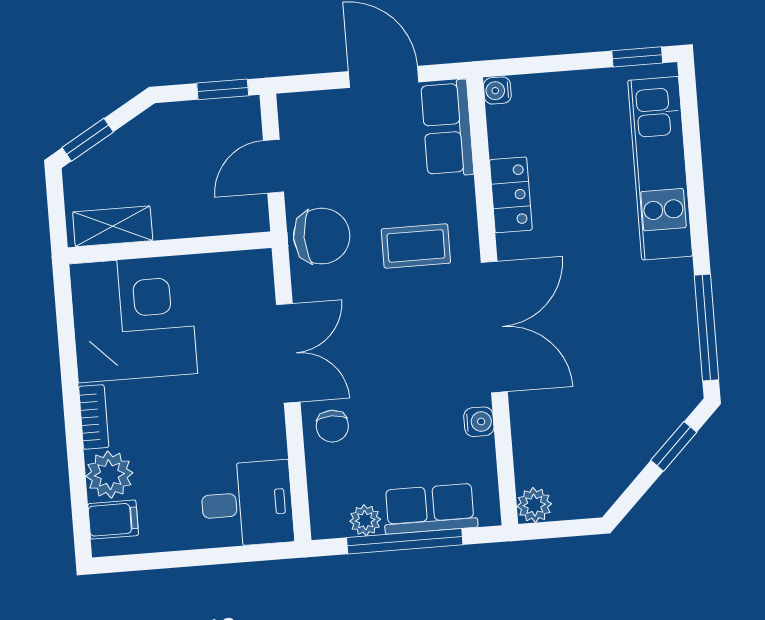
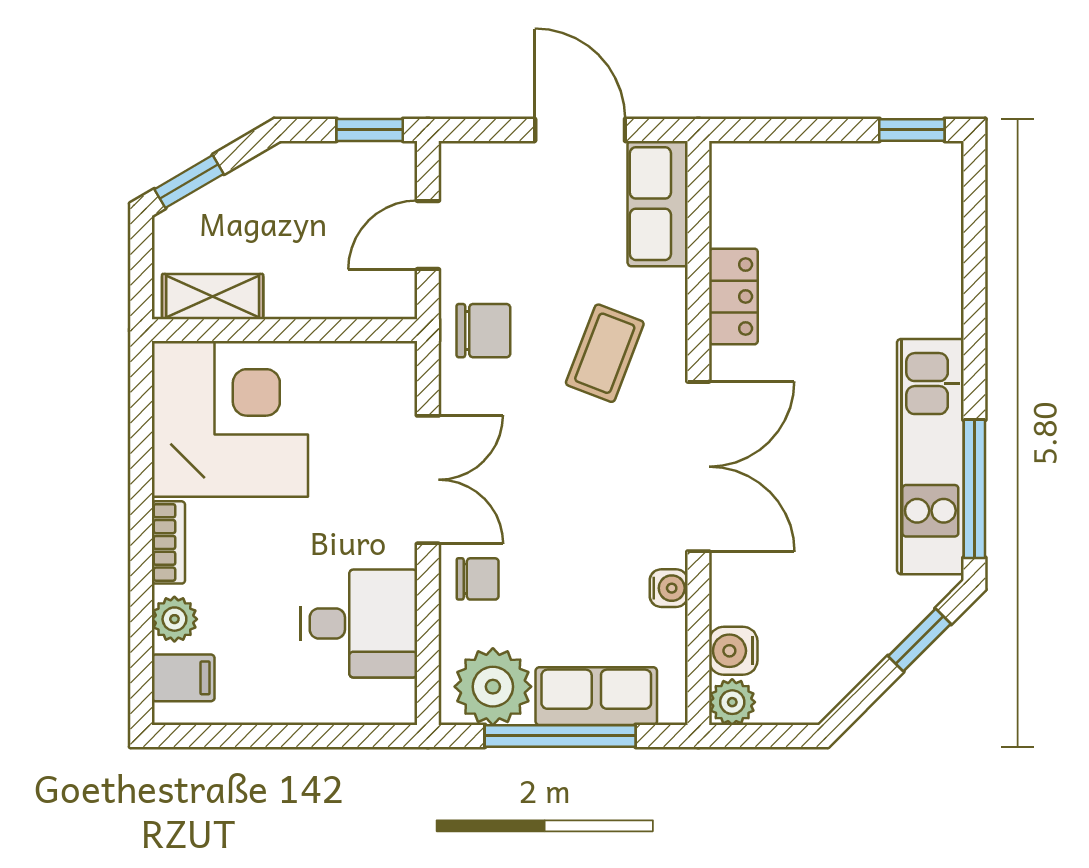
water cooler: (497, 90) -> (733, 651), moved, width x1.38, depth x1.38
kitchen unit: (660, 168) -> (930, 457), moved
chair: (322, 236) -> (483, 331), width x0.73, depth x0.73
coffee table: (416, 246) -> (605, 353), turned -69
chair: (332, 426) -> (478, 579), turned -90
plant: (109, 475) -> (174, 619), width x0.73, depth x0.73
desk: (247, 504) -> (359, 624), moved
plant: (365, 520) -> (493, 687), width x1.88, depth x1.88

